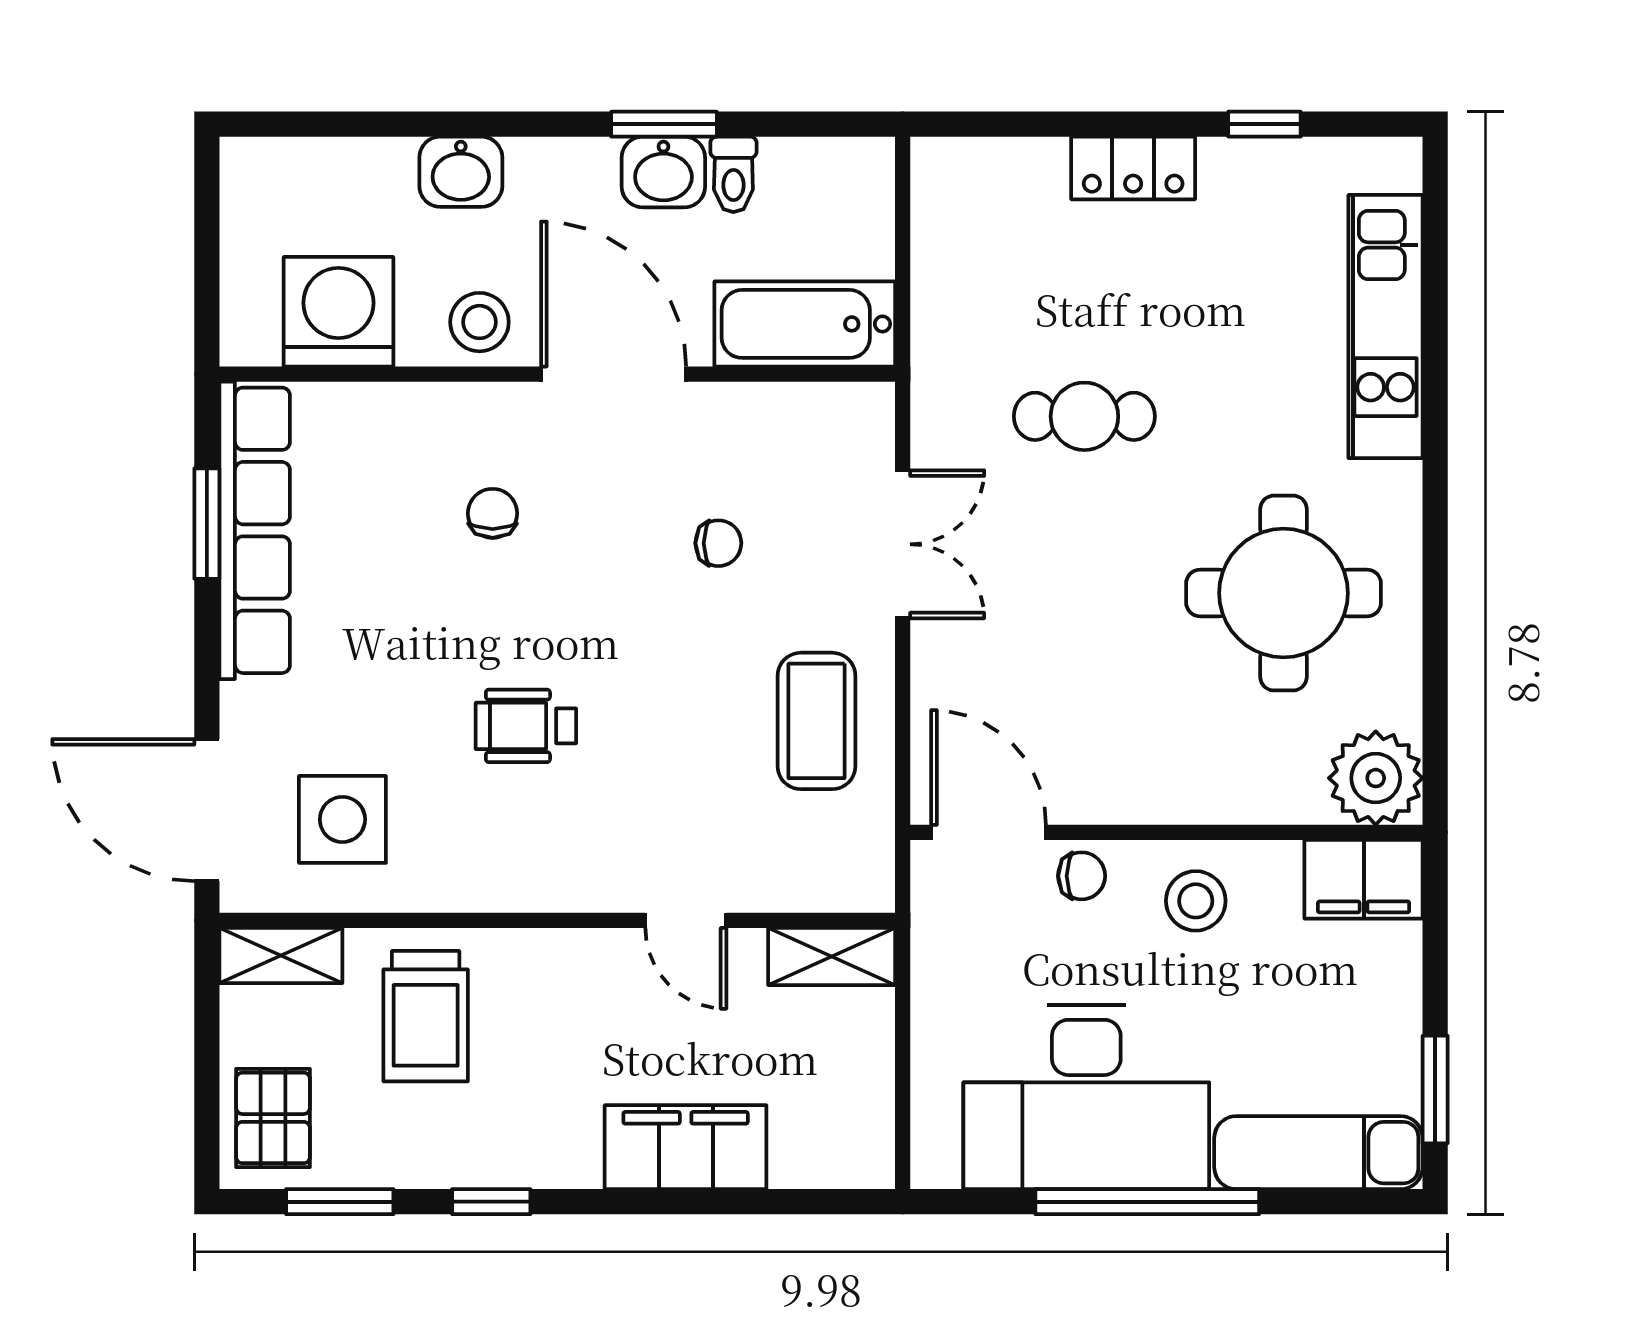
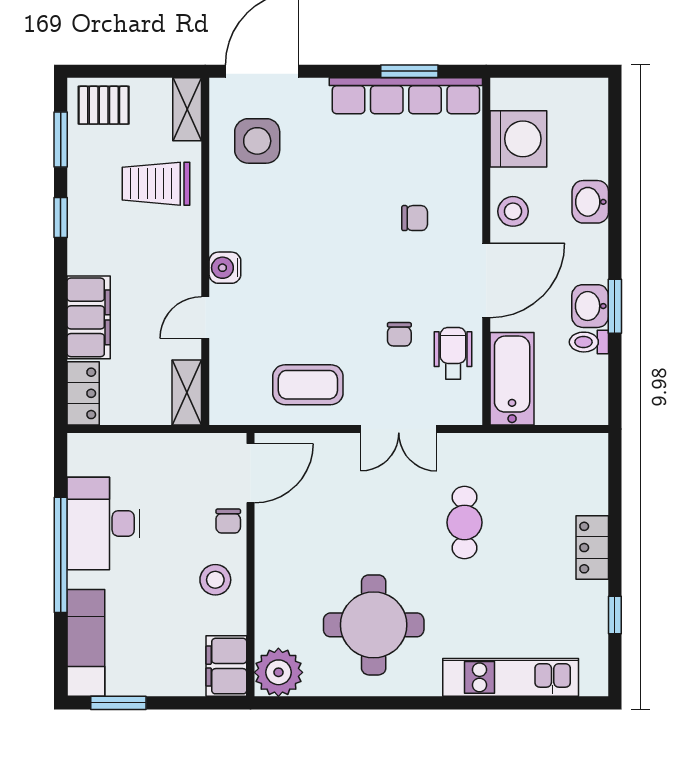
wheelchair: (526, 726) -> (453, 353), moved
water cooler: (589, 882) -> (225, 268), added
desk: (1086, 1097) -> (103, 523), width x0.73, depth x0.77
locker: (833, 1158) -> (83, 393), added

